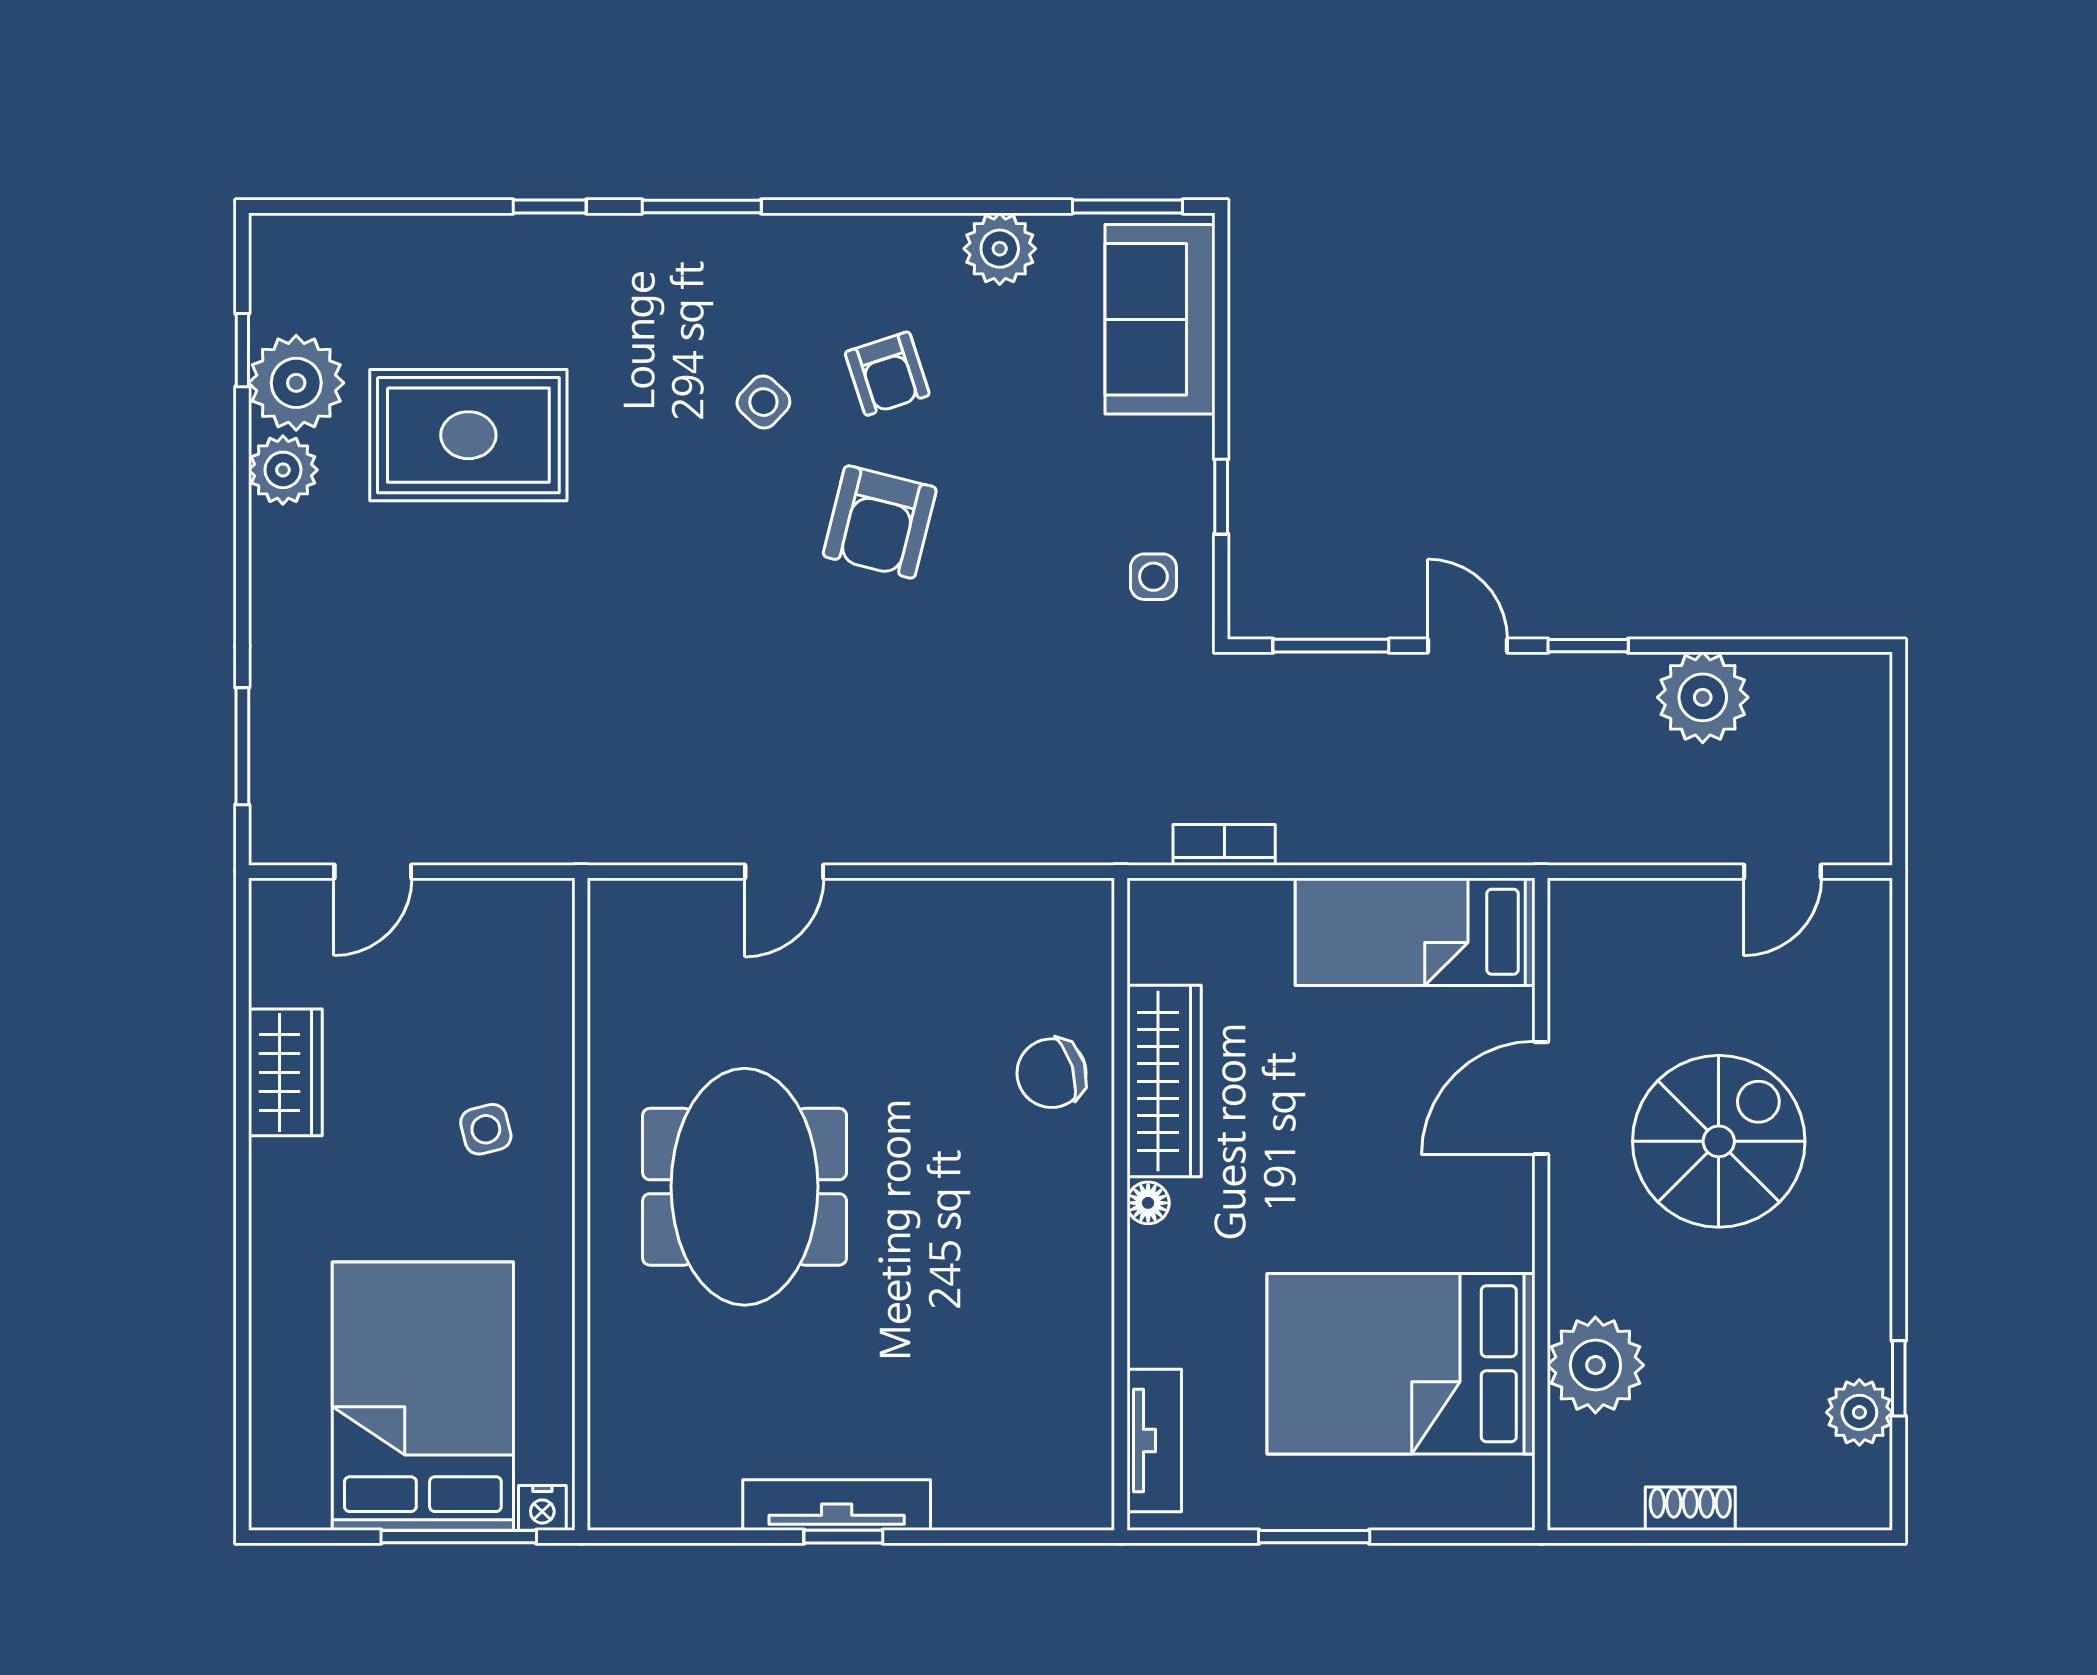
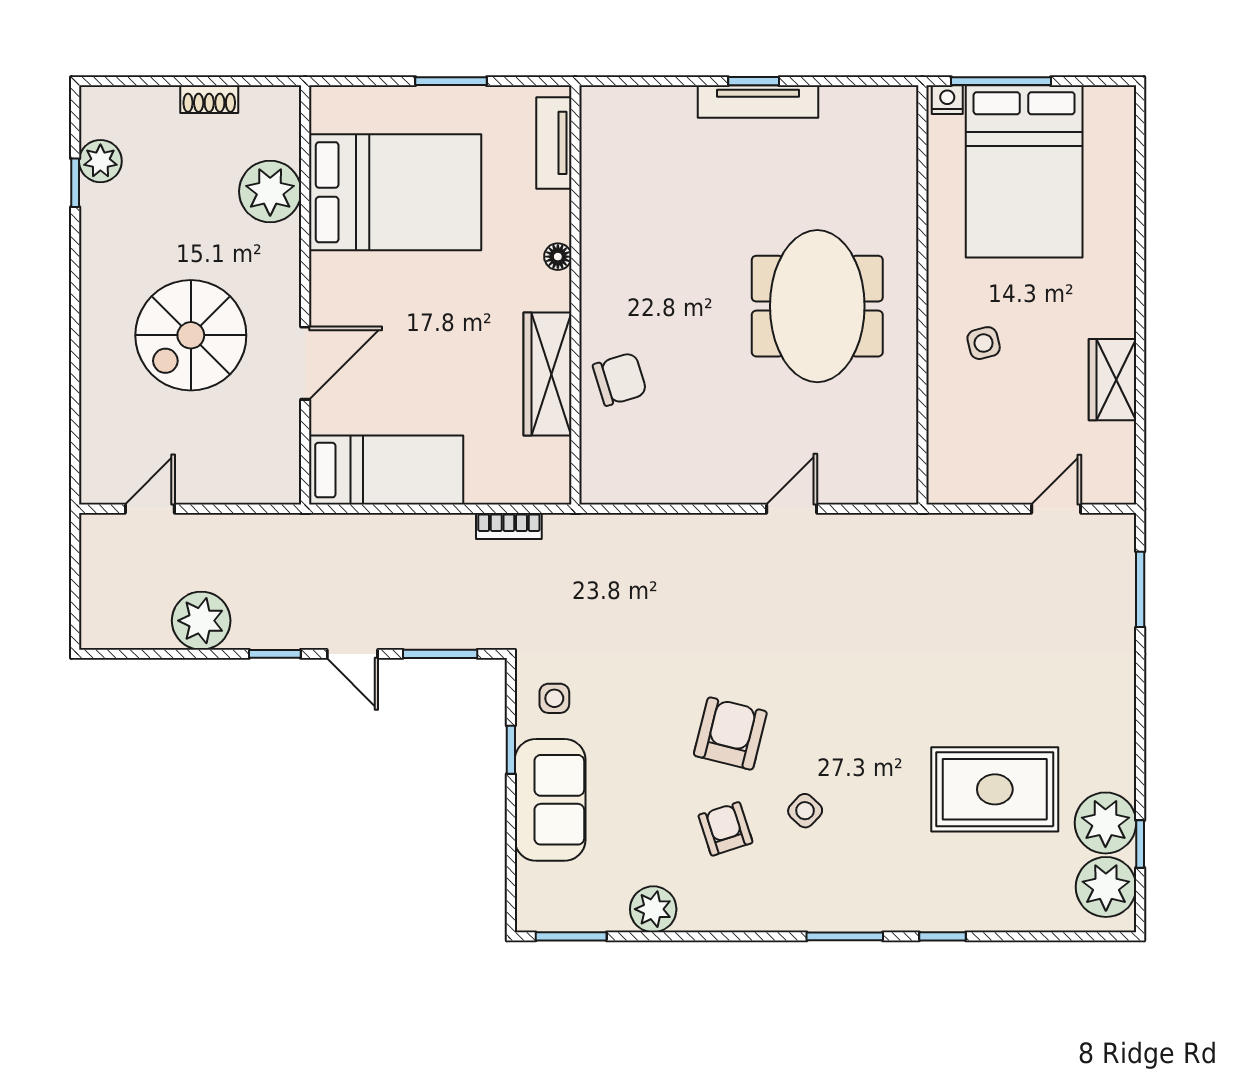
sofa: (1160, 319) -> (550, 800), moved
plant: (283, 470) -> (1106, 887), moved, width x1.36, depth x1.36
floor lamp: (1148, 1203) -> (558, 257), moved

